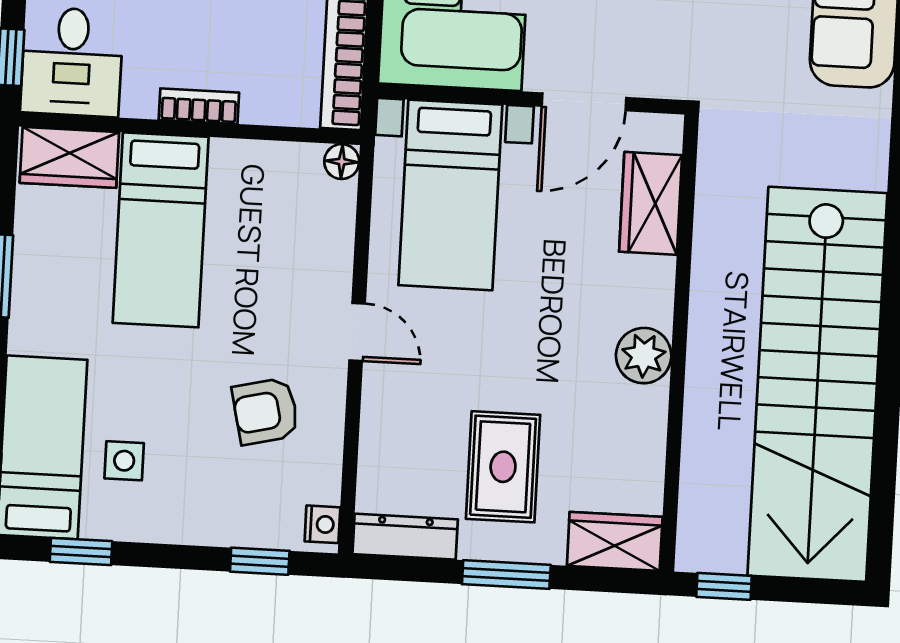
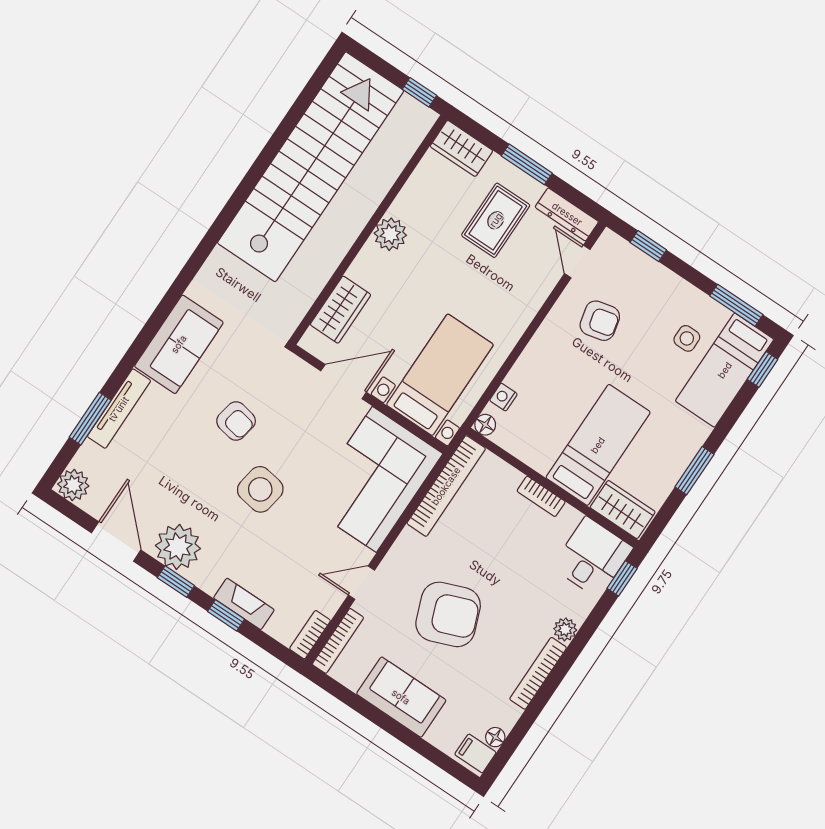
door: (357, 332) -> (577, 261), moved
nightstand: (322, 524) -> (503, 397), moved
window: (81, 551) -> (736, 305), width x1.50

